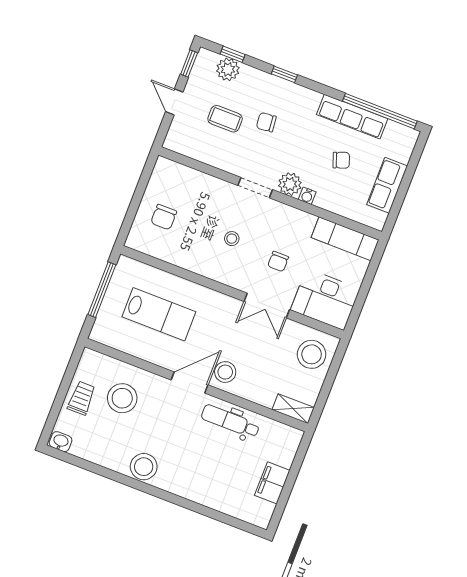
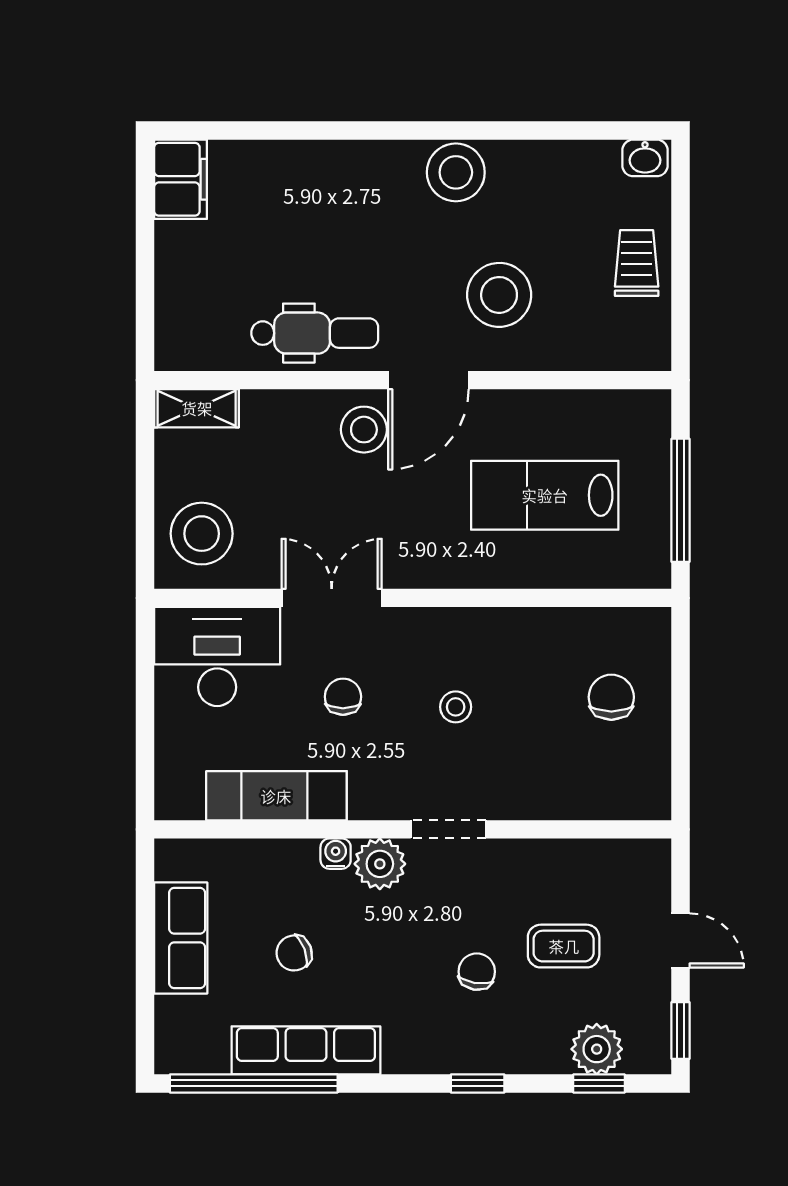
chair: (266, 122) -> (477, 972), turned -75
exam couch: (345, 239) -> (276, 796), moved
trolley: (81, 398) -> (637, 263), turned 180
stool: (122, 398) -> (499, 295), moved
filing cabinet: (272, 483) -> (181, 179), moved

